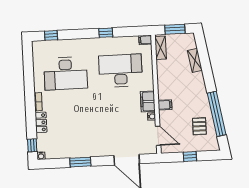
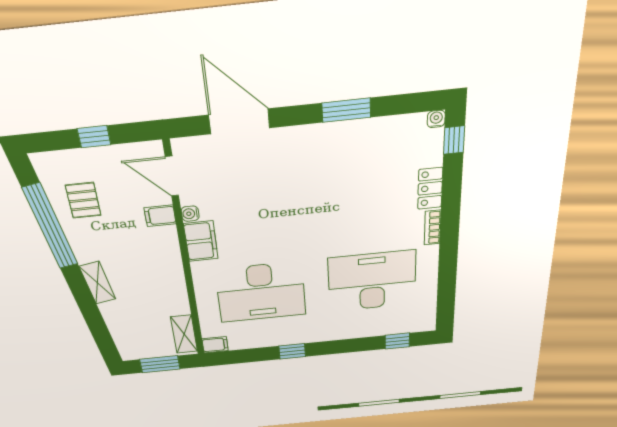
shelving: (195, 60) -> (97, 283), moved
filing cabinet: (165, 105) -> (160, 216), moved

